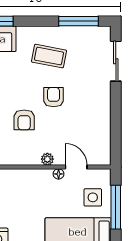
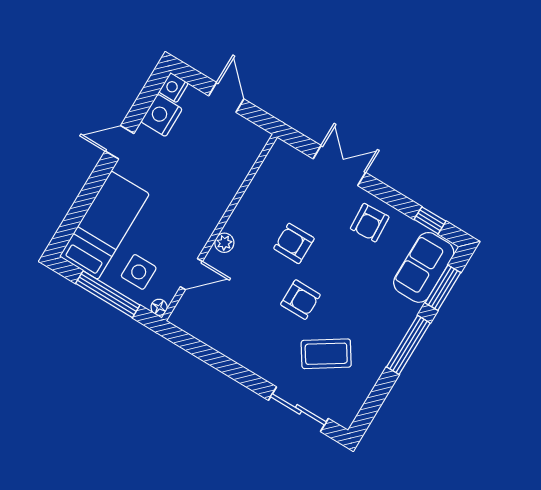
window: (79, 21) -> (408, 345), moved
coffee table: (49, 56) -> (326, 354), moved, turned 46
floor lamp: (59, 174) -> (159, 307), moved

